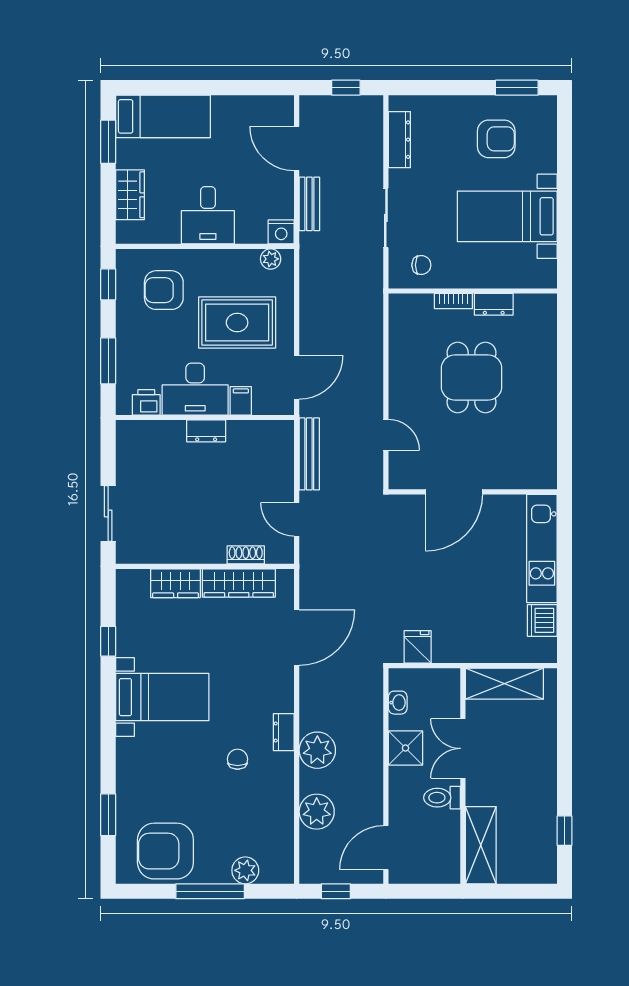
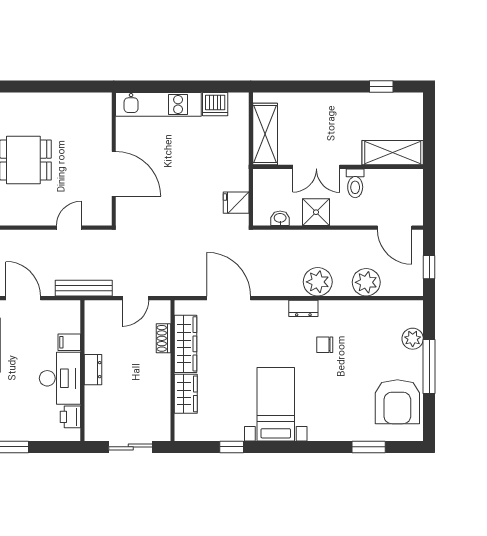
desk: (195, 389) -> (60, 378), moved
filing cabinet: (241, 401) -> (69, 342), moved
printer: (146, 402) -> (70, 417), moved
wall: (205, 418) -> (82, 371), moved
dresser: (206, 431) -> (93, 370), moved

